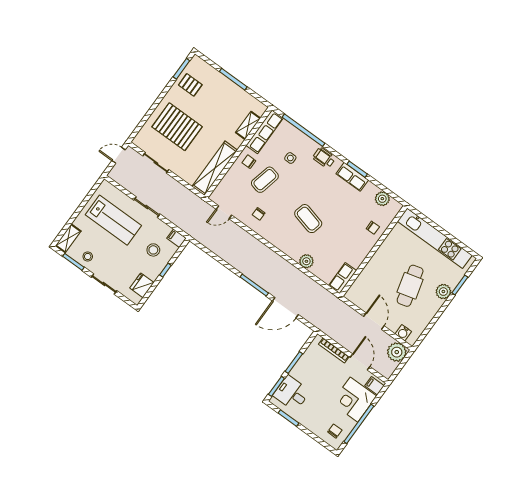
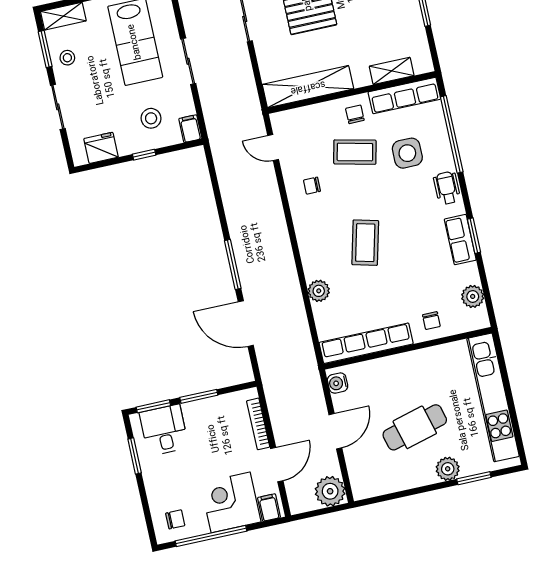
side table: (290, 158) -> (407, 153), width x1.87, depth x1.87
row of seats: (343, 278) -> (366, 343), width x2.02
water cooler: (403, 333) -> (338, 383), moved

